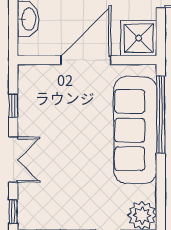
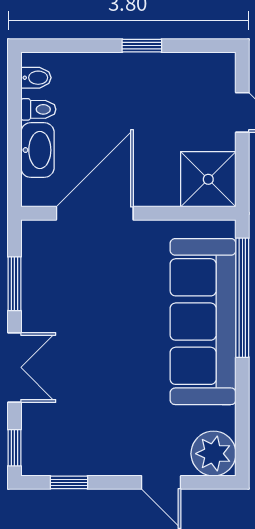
door: (86, 60) -> (95, 213), moved
window: (13, 106) -> (14, 284), width x1.50

